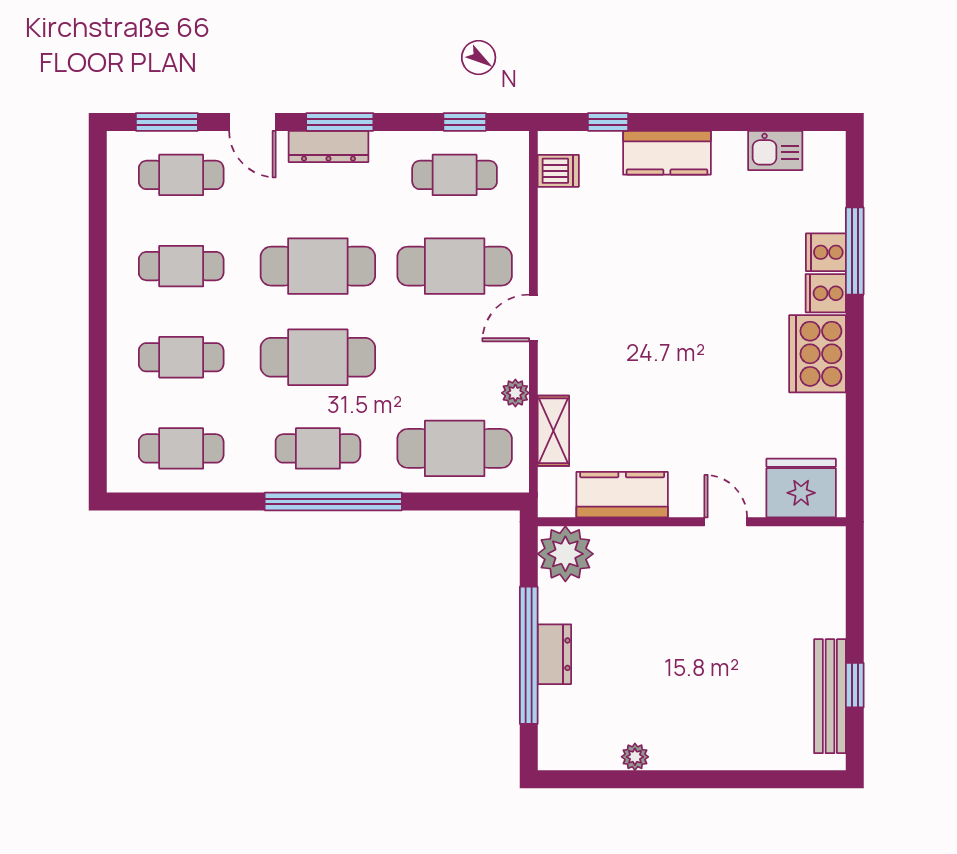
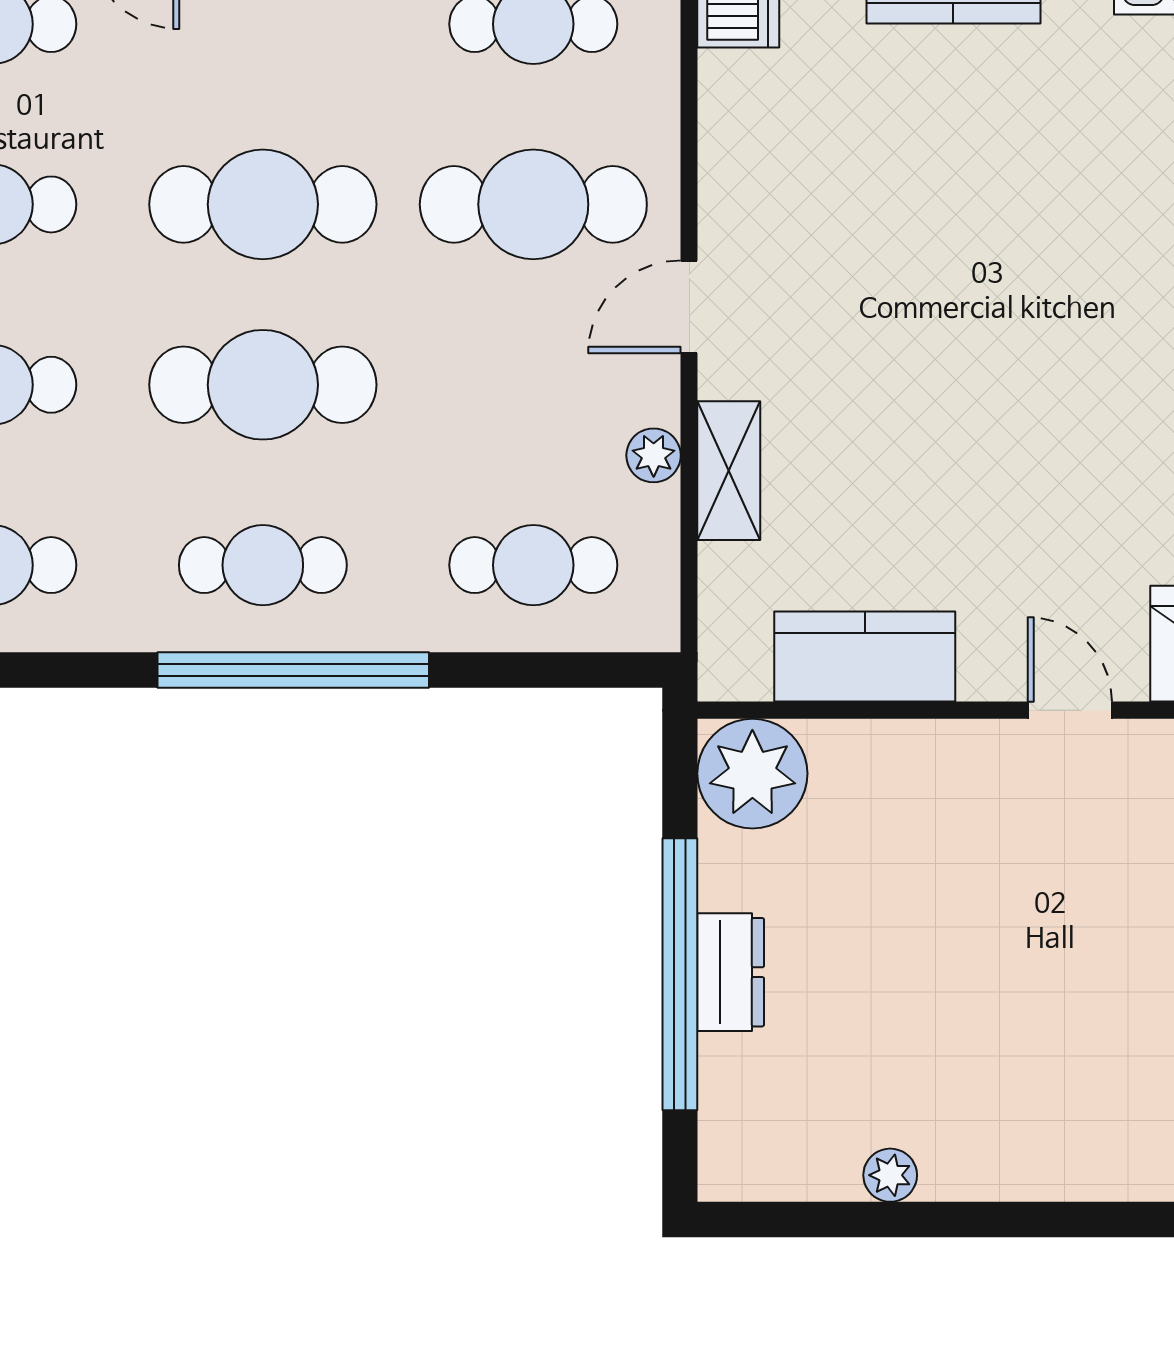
shelving: (553, 431) -> (729, 471), moved
cafe table: (455, 448) -> (533, 565), width x0.73, depth x0.74

